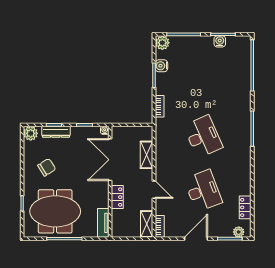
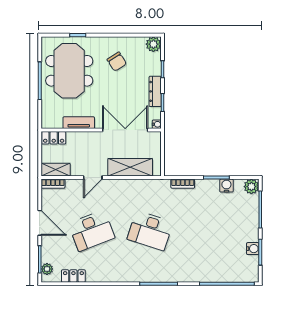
dresser: (56, 132) -> (155, 91), moved
desk: (203, 137) -> (150, 231), turned 42
shelving: (147, 155) -> (130, 167), width x1.50, depth x1.33
locker: (117, 197) -> (54, 138), moved
tv unit: (103, 223) -> (79, 123), moved

